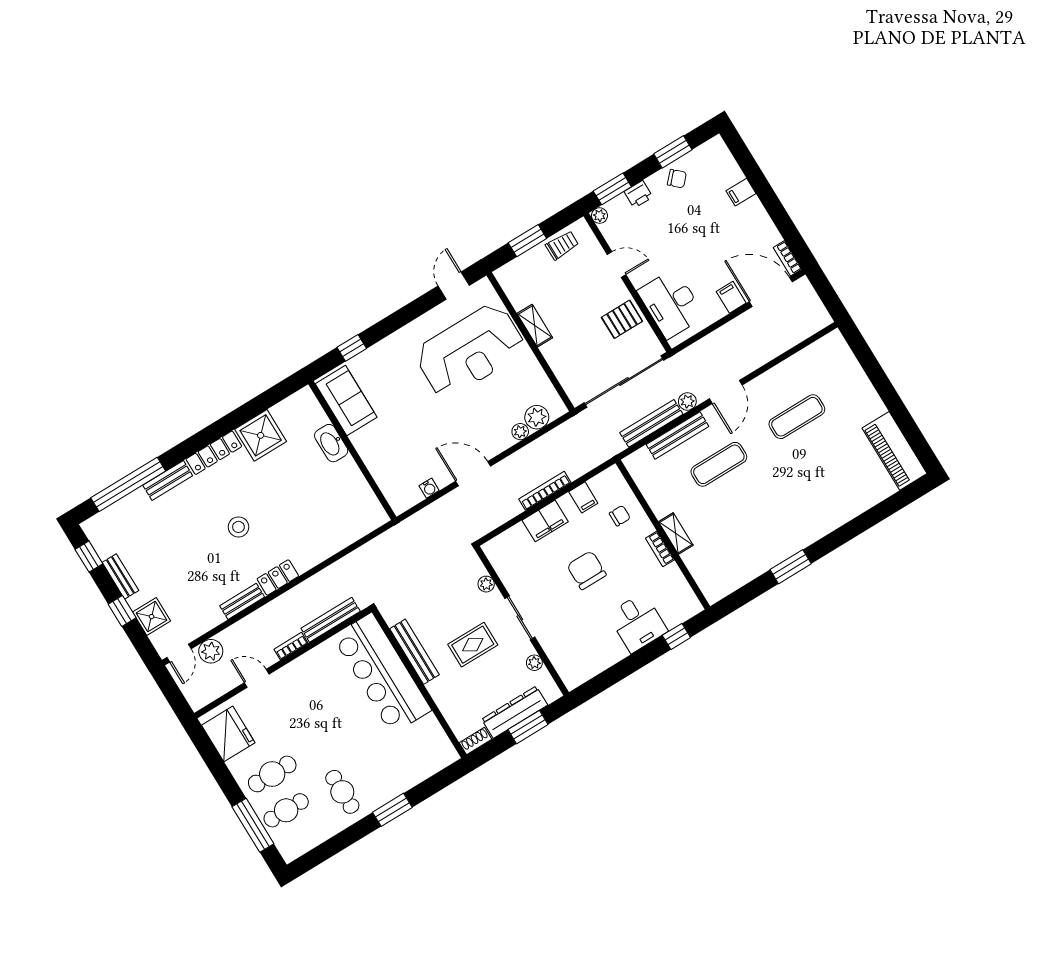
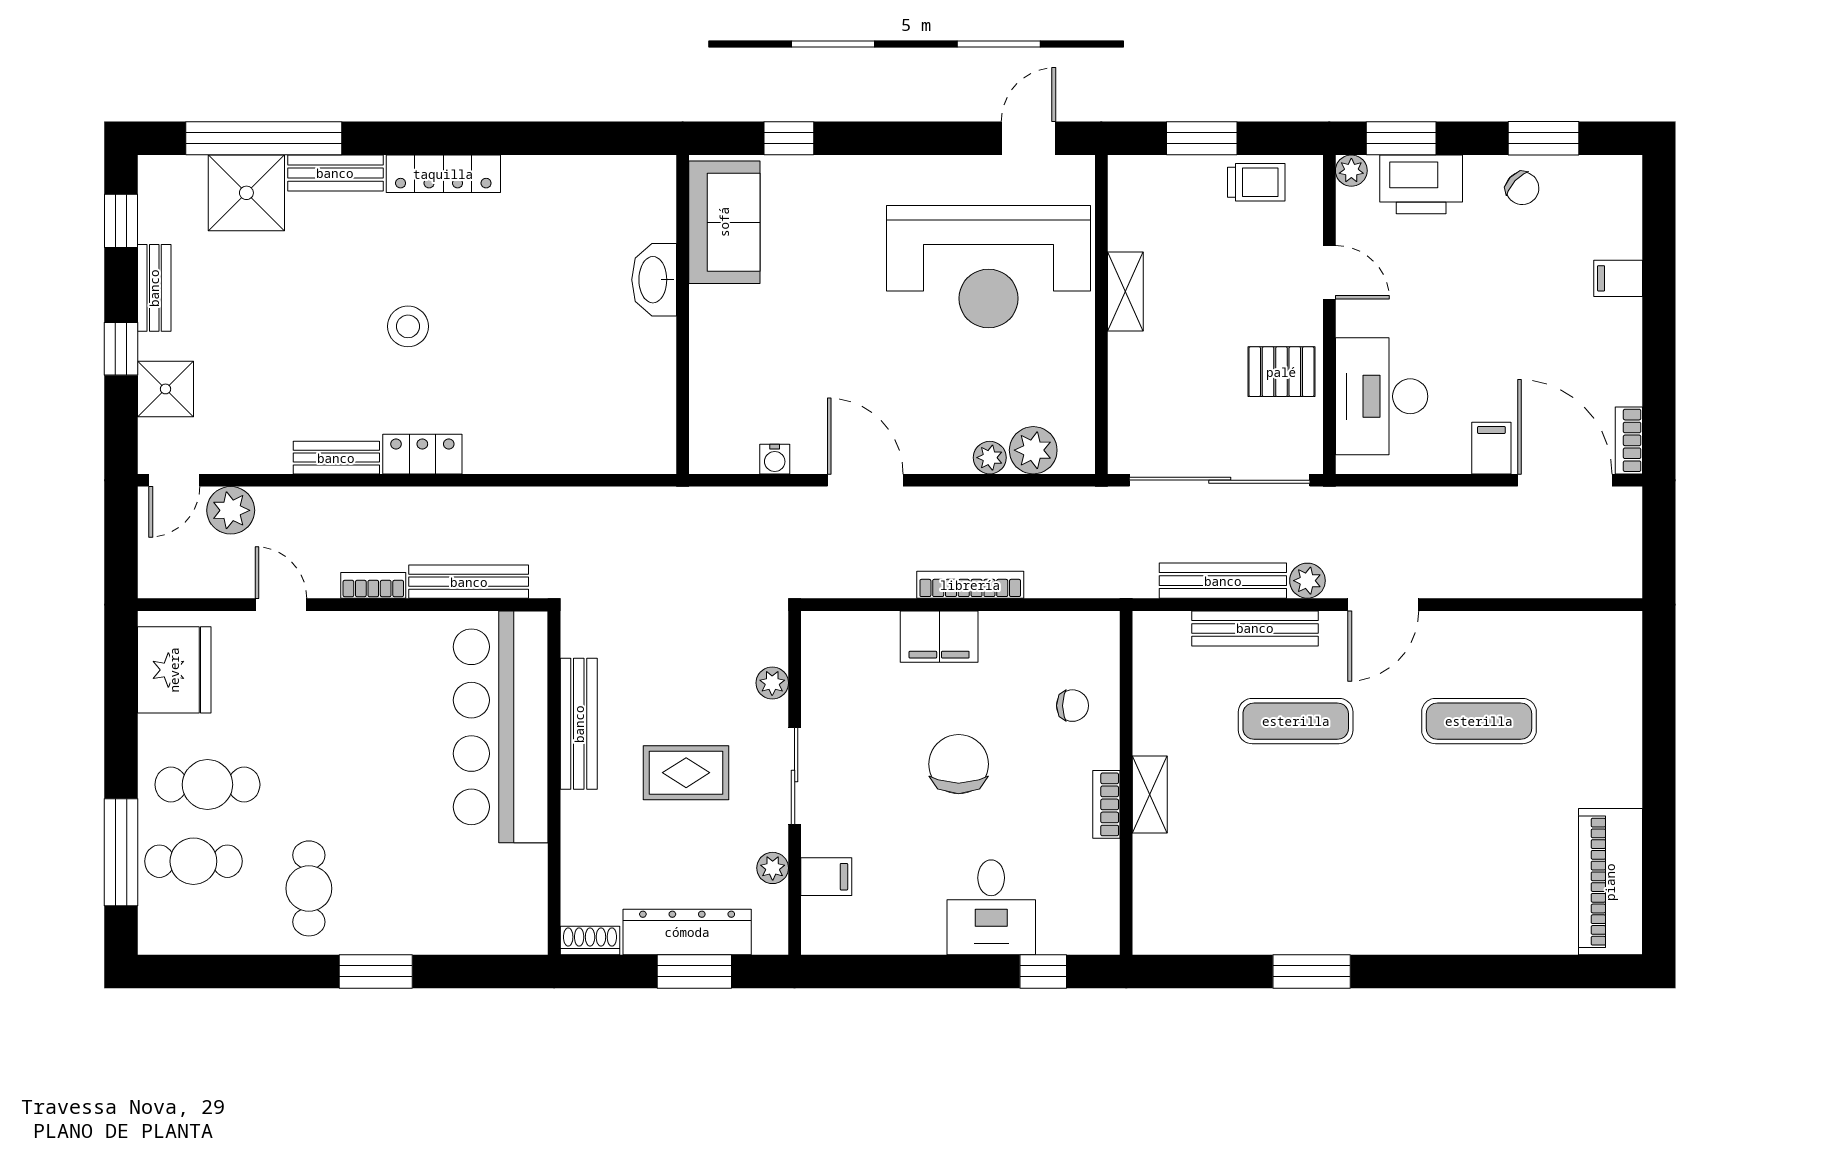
printer: (638, 194) -> (1421, 184), width x1.87, depth x1.48
shower: (261, 435) -> (246, 193), moved
filing cabinet: (583, 497) -> (826, 877), moved, turned -90

